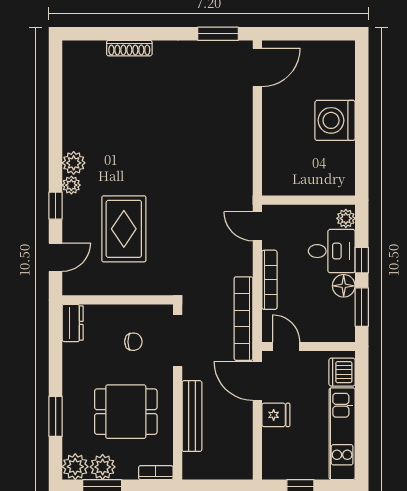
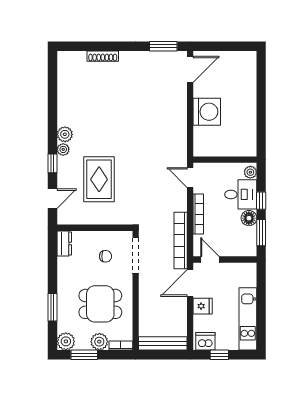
washing machine: (335, 120) -> (207, 112), moved, turned 180
dishwasher: (342, 372) -> (205, 341), moved, turned 90
door: (257, 381) -> (190, 283), hinge flipped
bench: (192, 416) -> (163, 343), moved, turned 90
plant: (103, 467) -> (99, 342), moved

